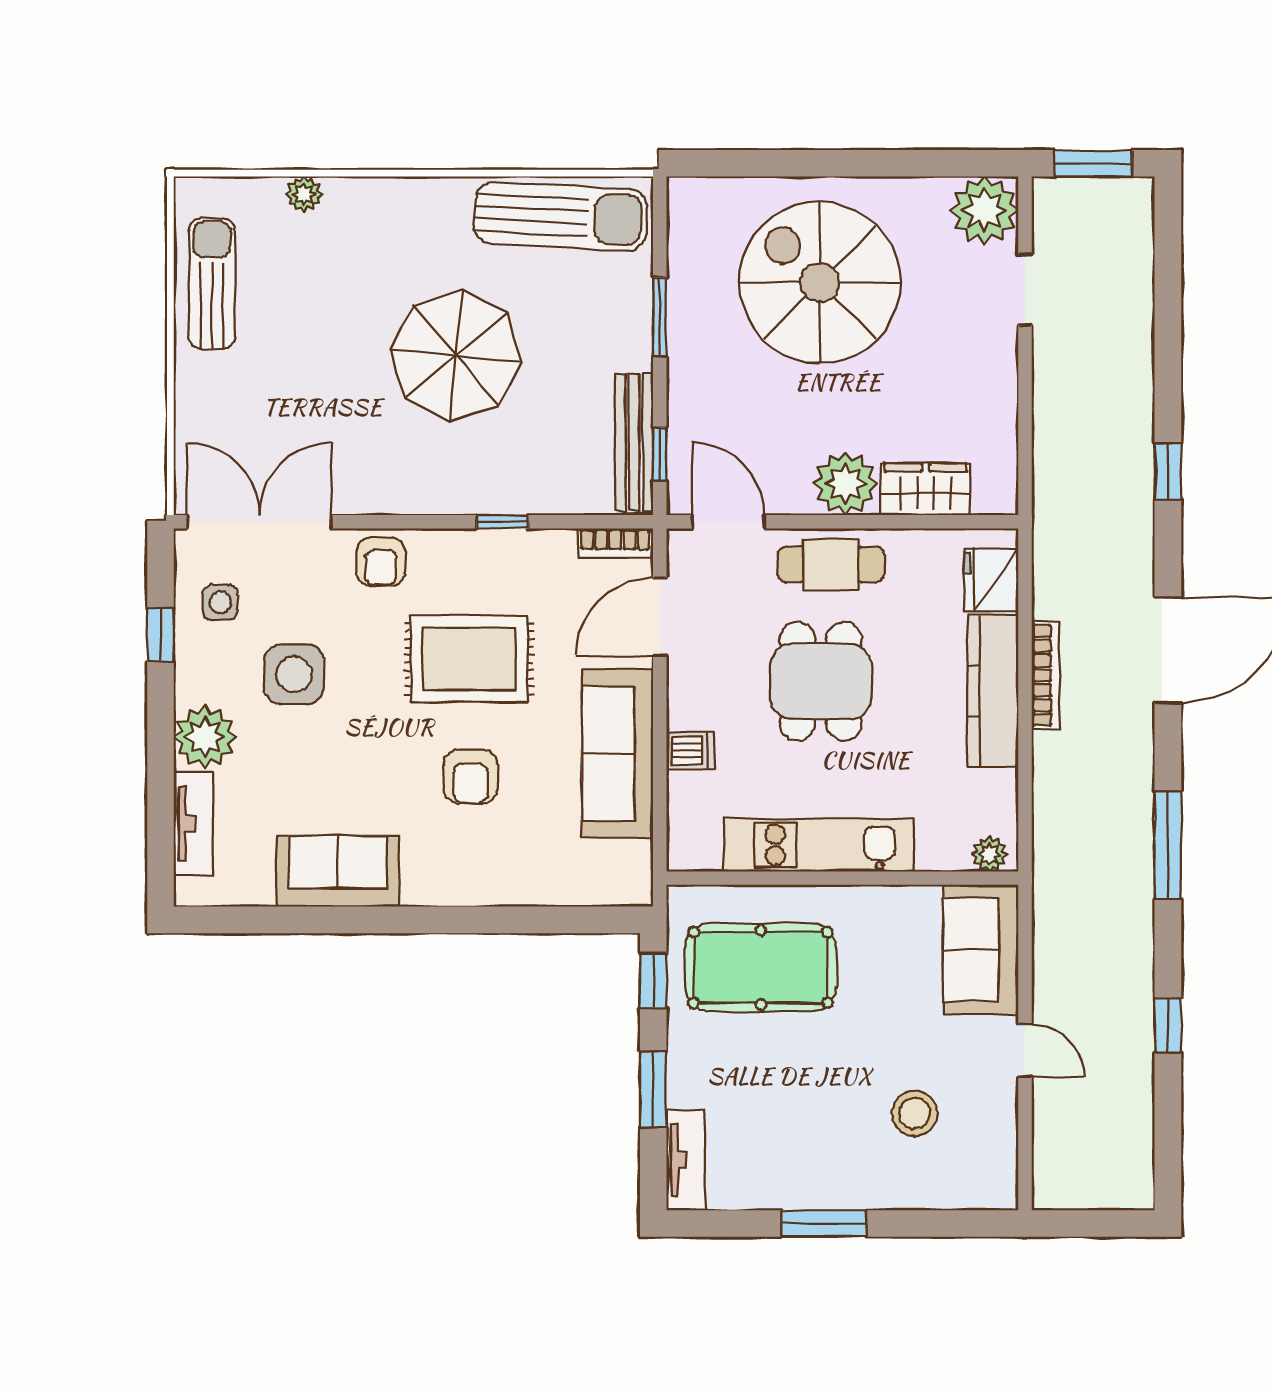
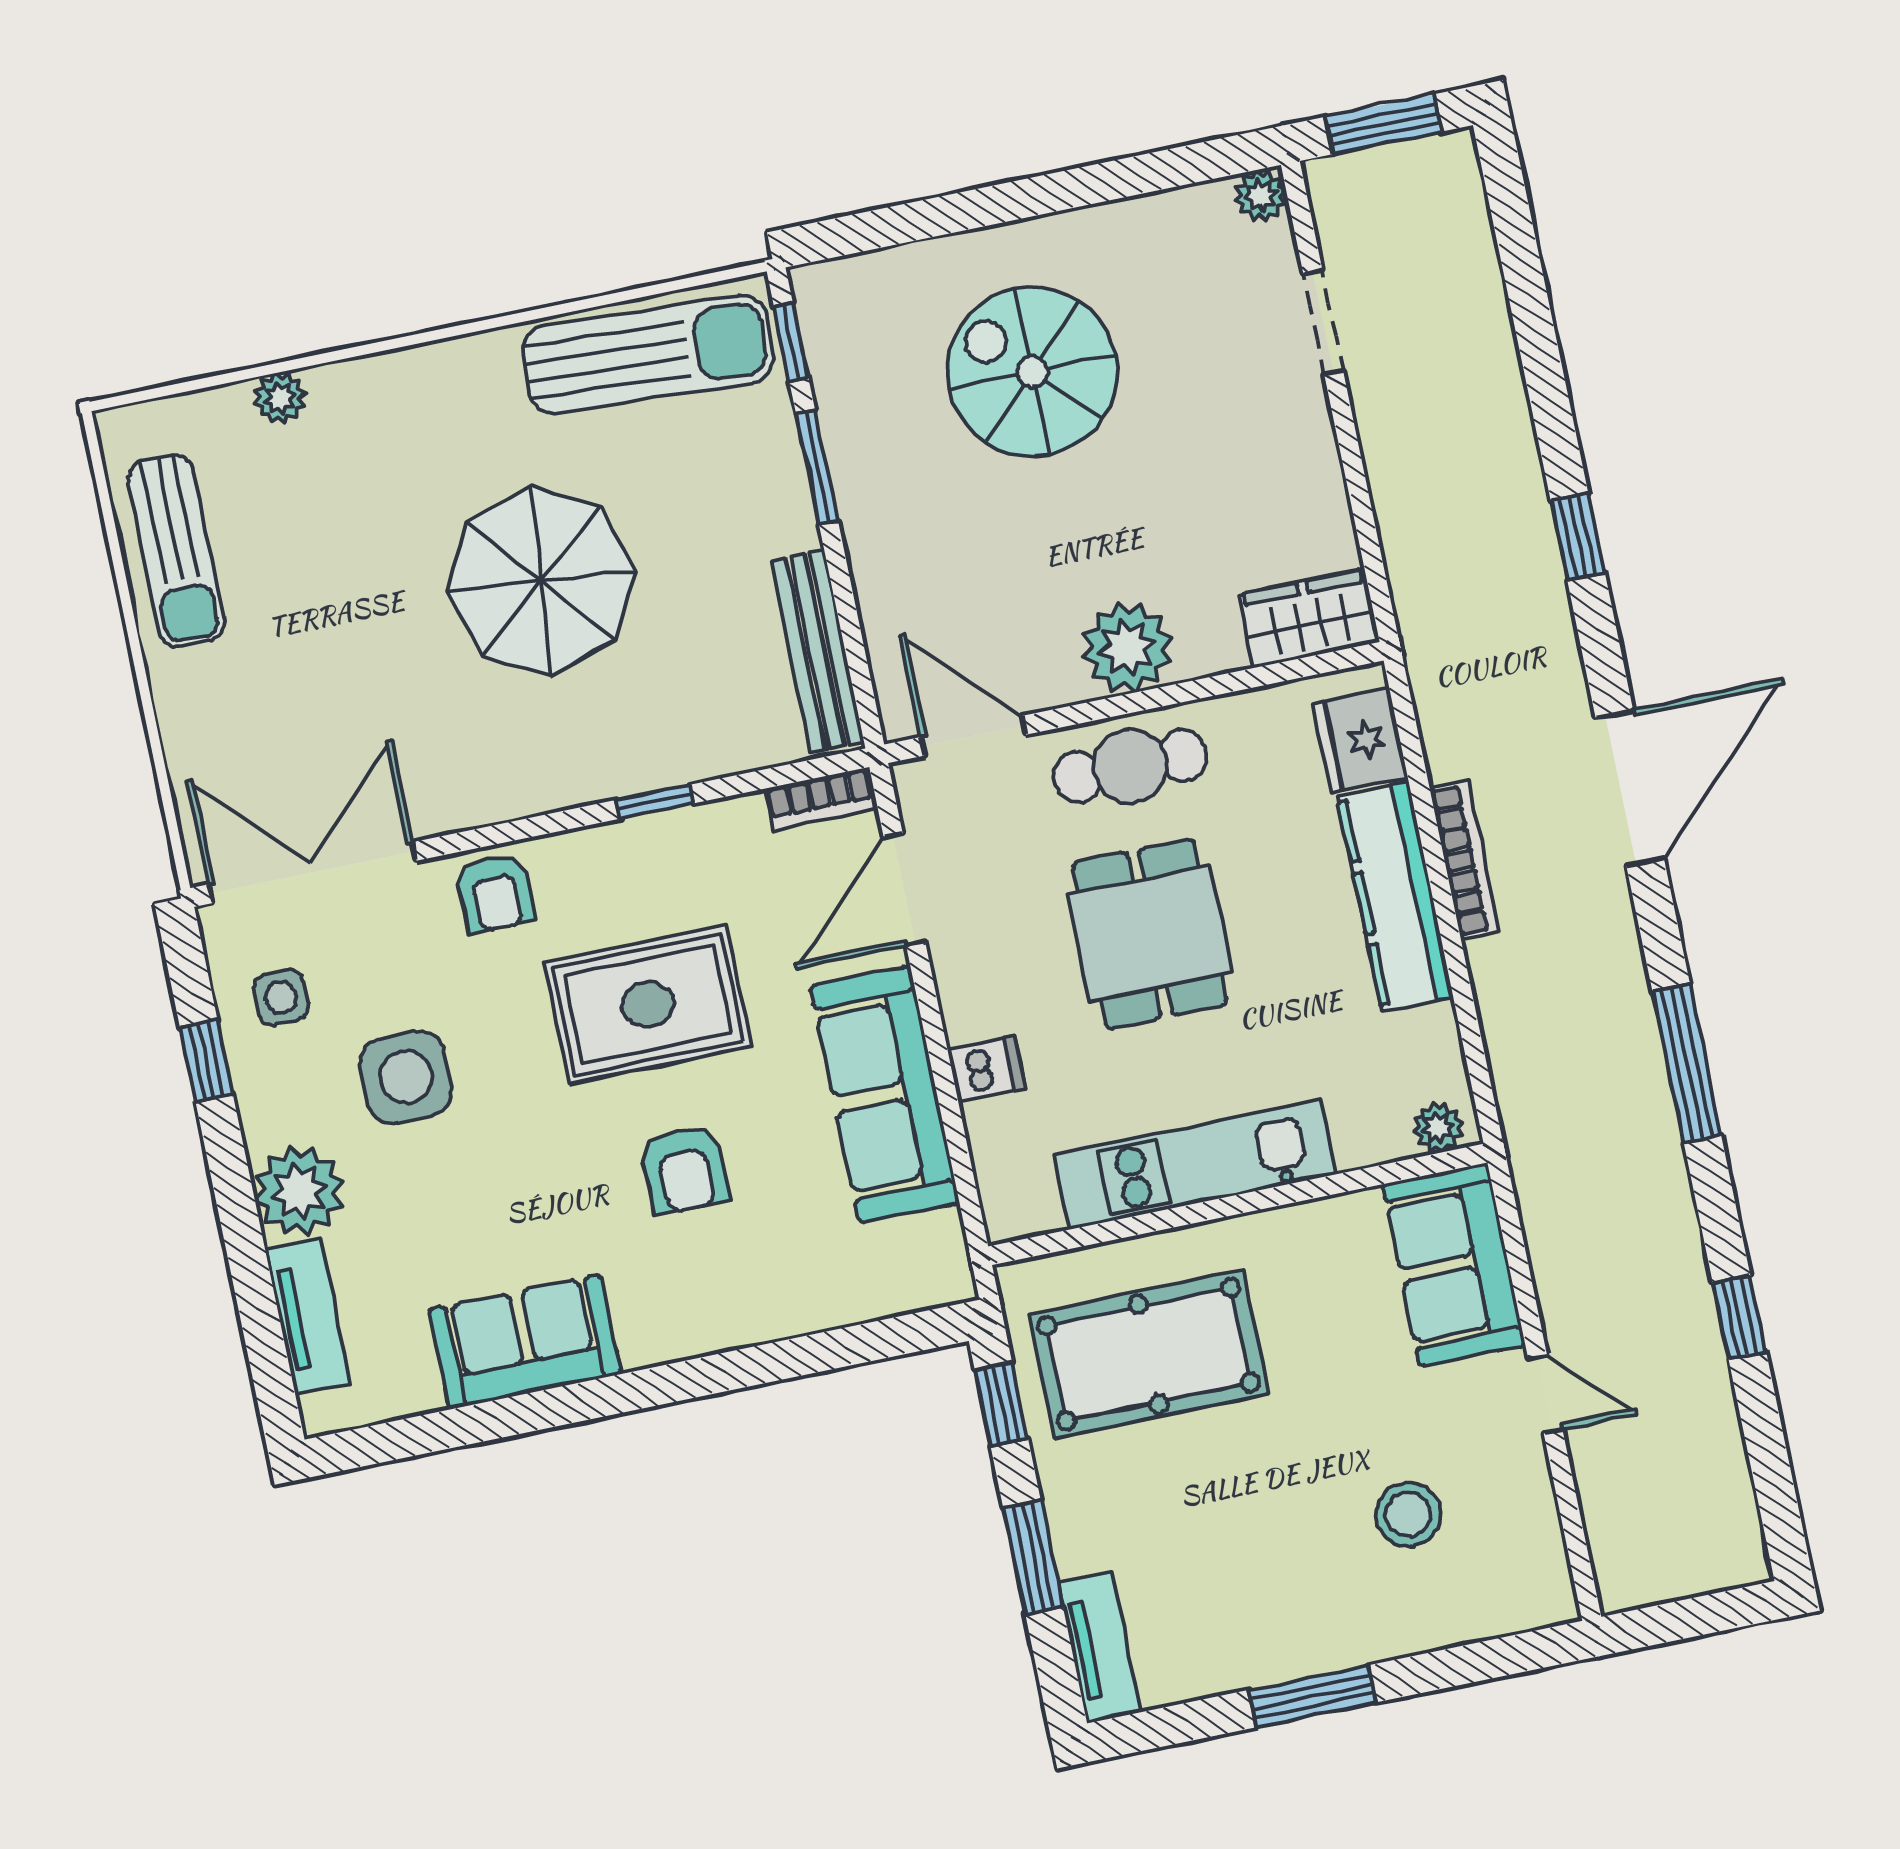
plant: (984, 210) -> (1261, 195), width x0.53, depth x0.53
spiral stairs: (820, 282) -> (1032, 372), width x0.73, depth x0.73
sun lounger: (212, 284) -> (176, 551), turned 180
window: (660, 454) -> (791, 342), moved
wardrobe: (926, 489) -> (1309, 618), moved

